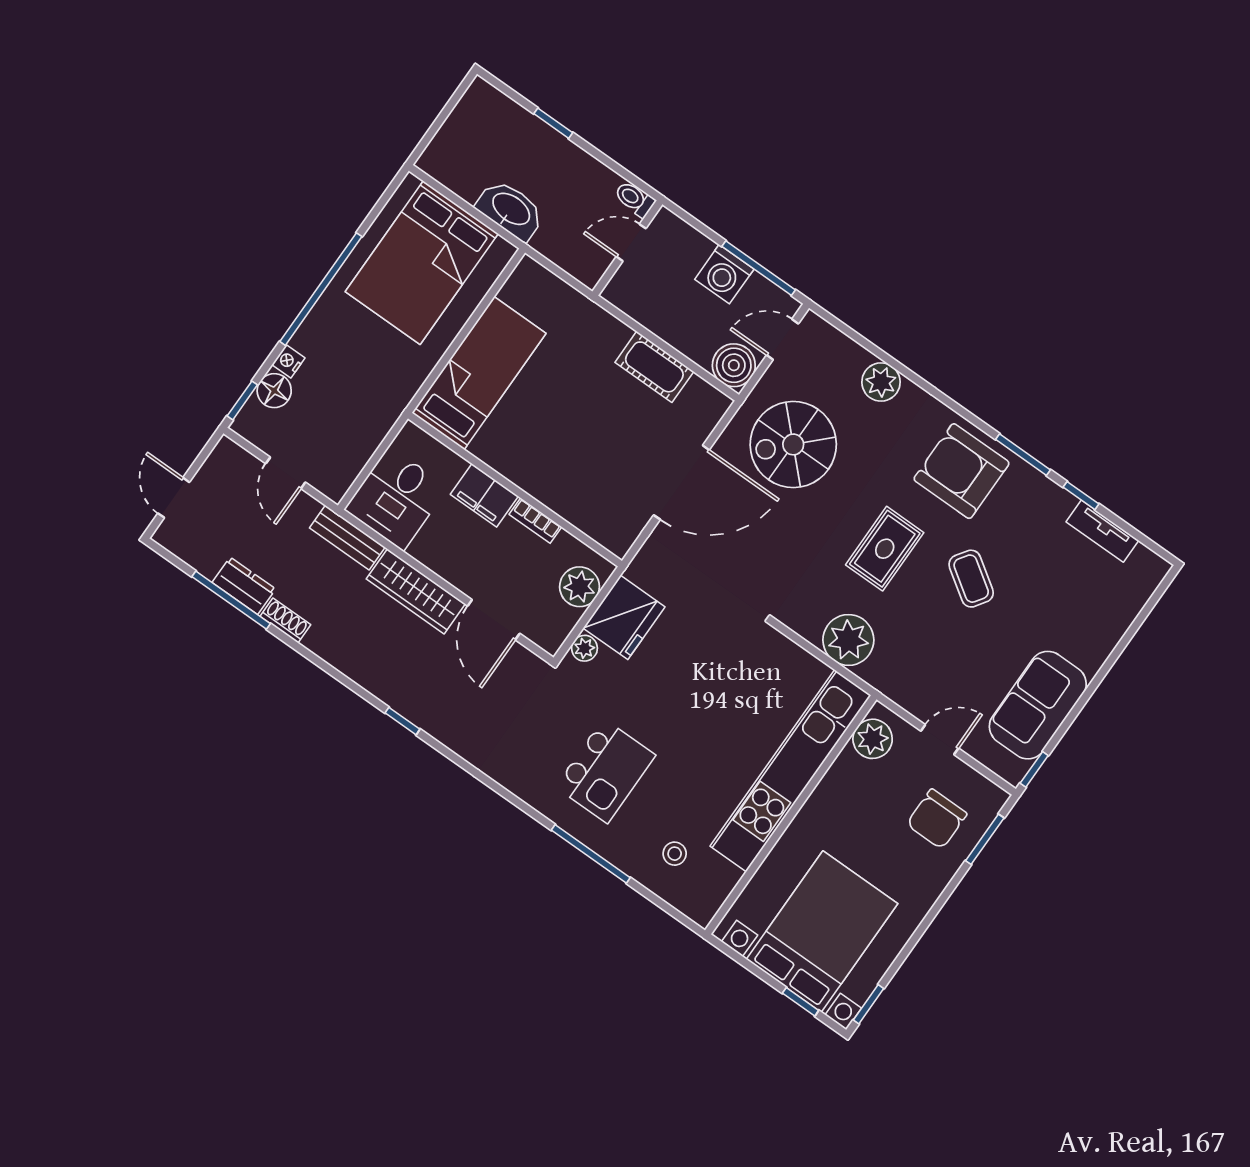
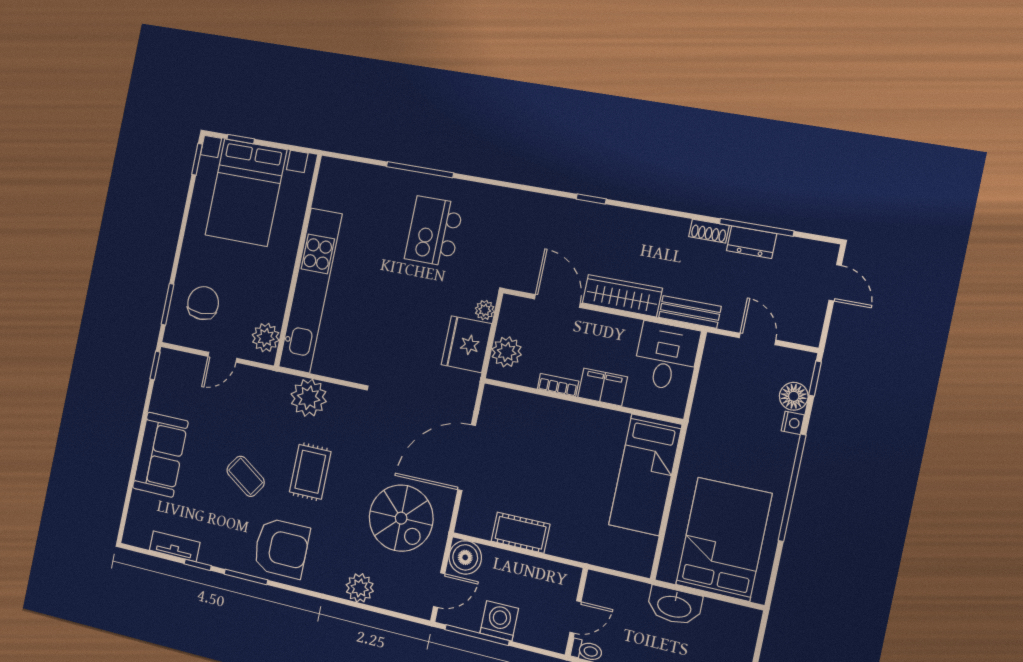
spiral stairs: (793, 444) -> (401, 518), turned 90
sofa: (1038, 705) -> (160, 455), moved
stool: (675, 854) -> (364, 197), removed

